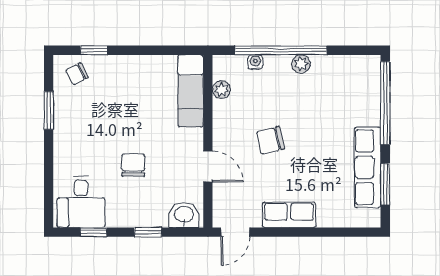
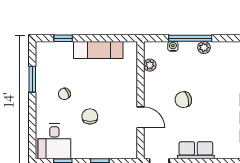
window: (281, 50) -> (190, 38), width x0.68
chair: (77, 74) -> (64, 94), moved
exam couch: (191, 91) -> (98, 50), moved, turned -90
washbasin: (184, 215) -> (124, 150), removed

